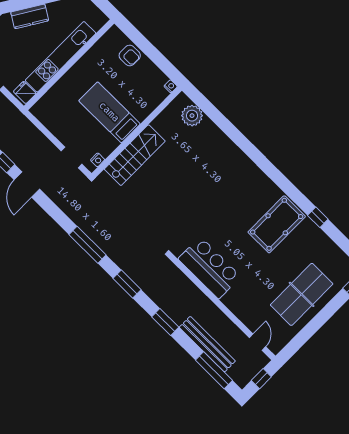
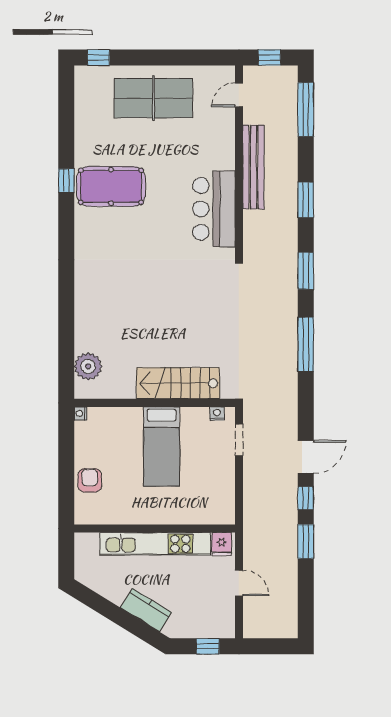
window: (318, 217) -> (66, 180), moved
bench: (207, 344) -> (253, 167), moved

